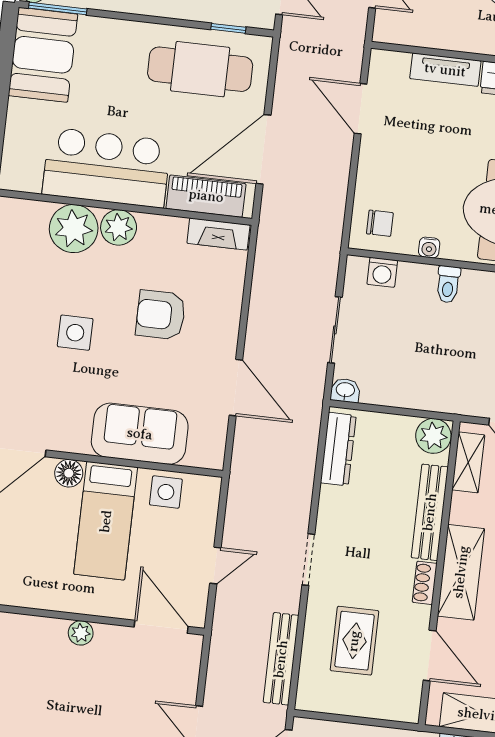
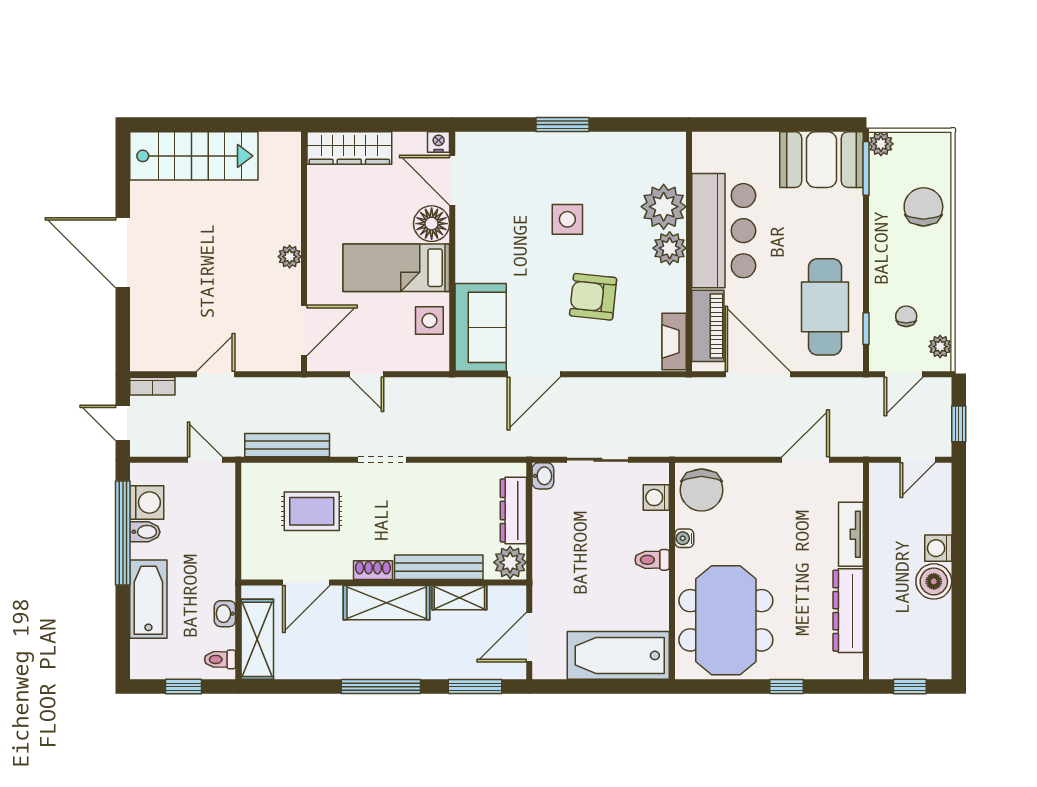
chair: (380, 223) -> (701, 490), width x1.87, depth x1.87
armchair: (161, 315) -> (593, 297), turned -84
sofa: (140, 434) -> (481, 327), moved
dresser: (338, 449) -> (513, 510), moved, turned 90
shelving: (468, 462) -> (459, 598), moved
floor lamp: (69, 473) -> (432, 224), width x1.38, depth x1.38

